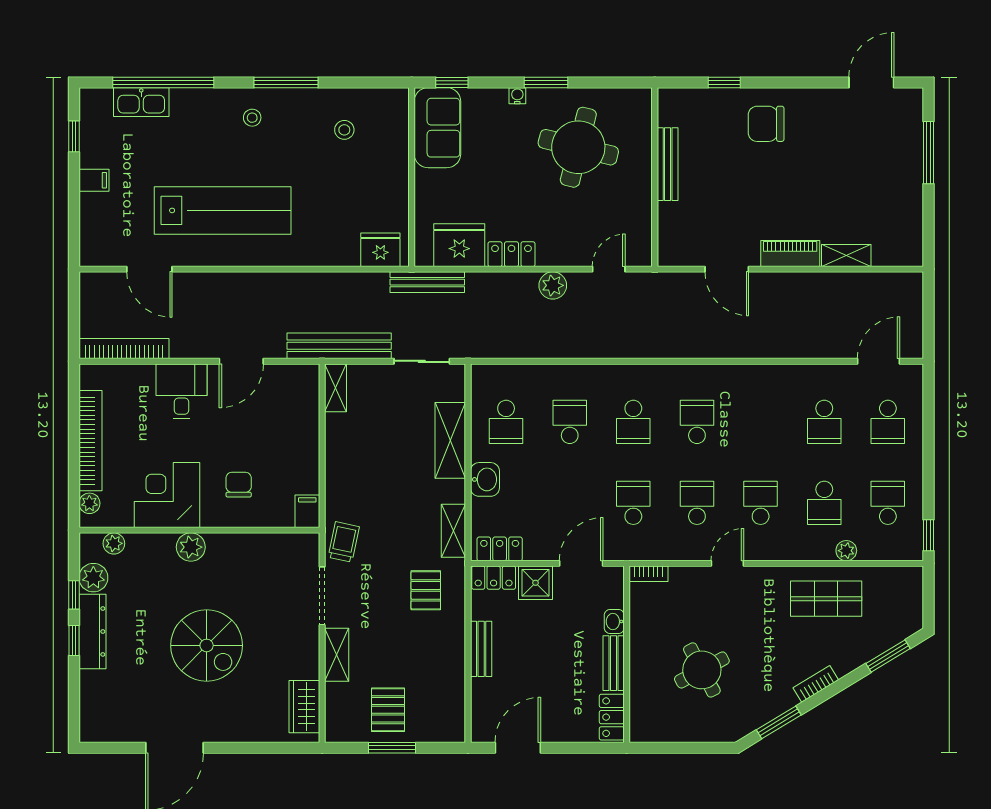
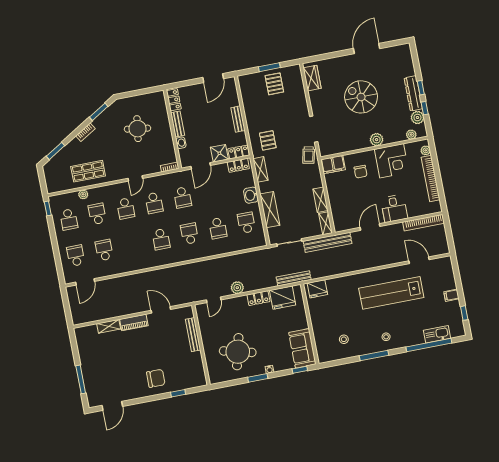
bench: (668, 164) -> (193, 335), moved
filing cabinet: (307, 511) -> (333, 165), width x2.00
shelving: (337, 655) -> (320, 200), moved
round table: (702, 670) -> (138, 129), turned 36

